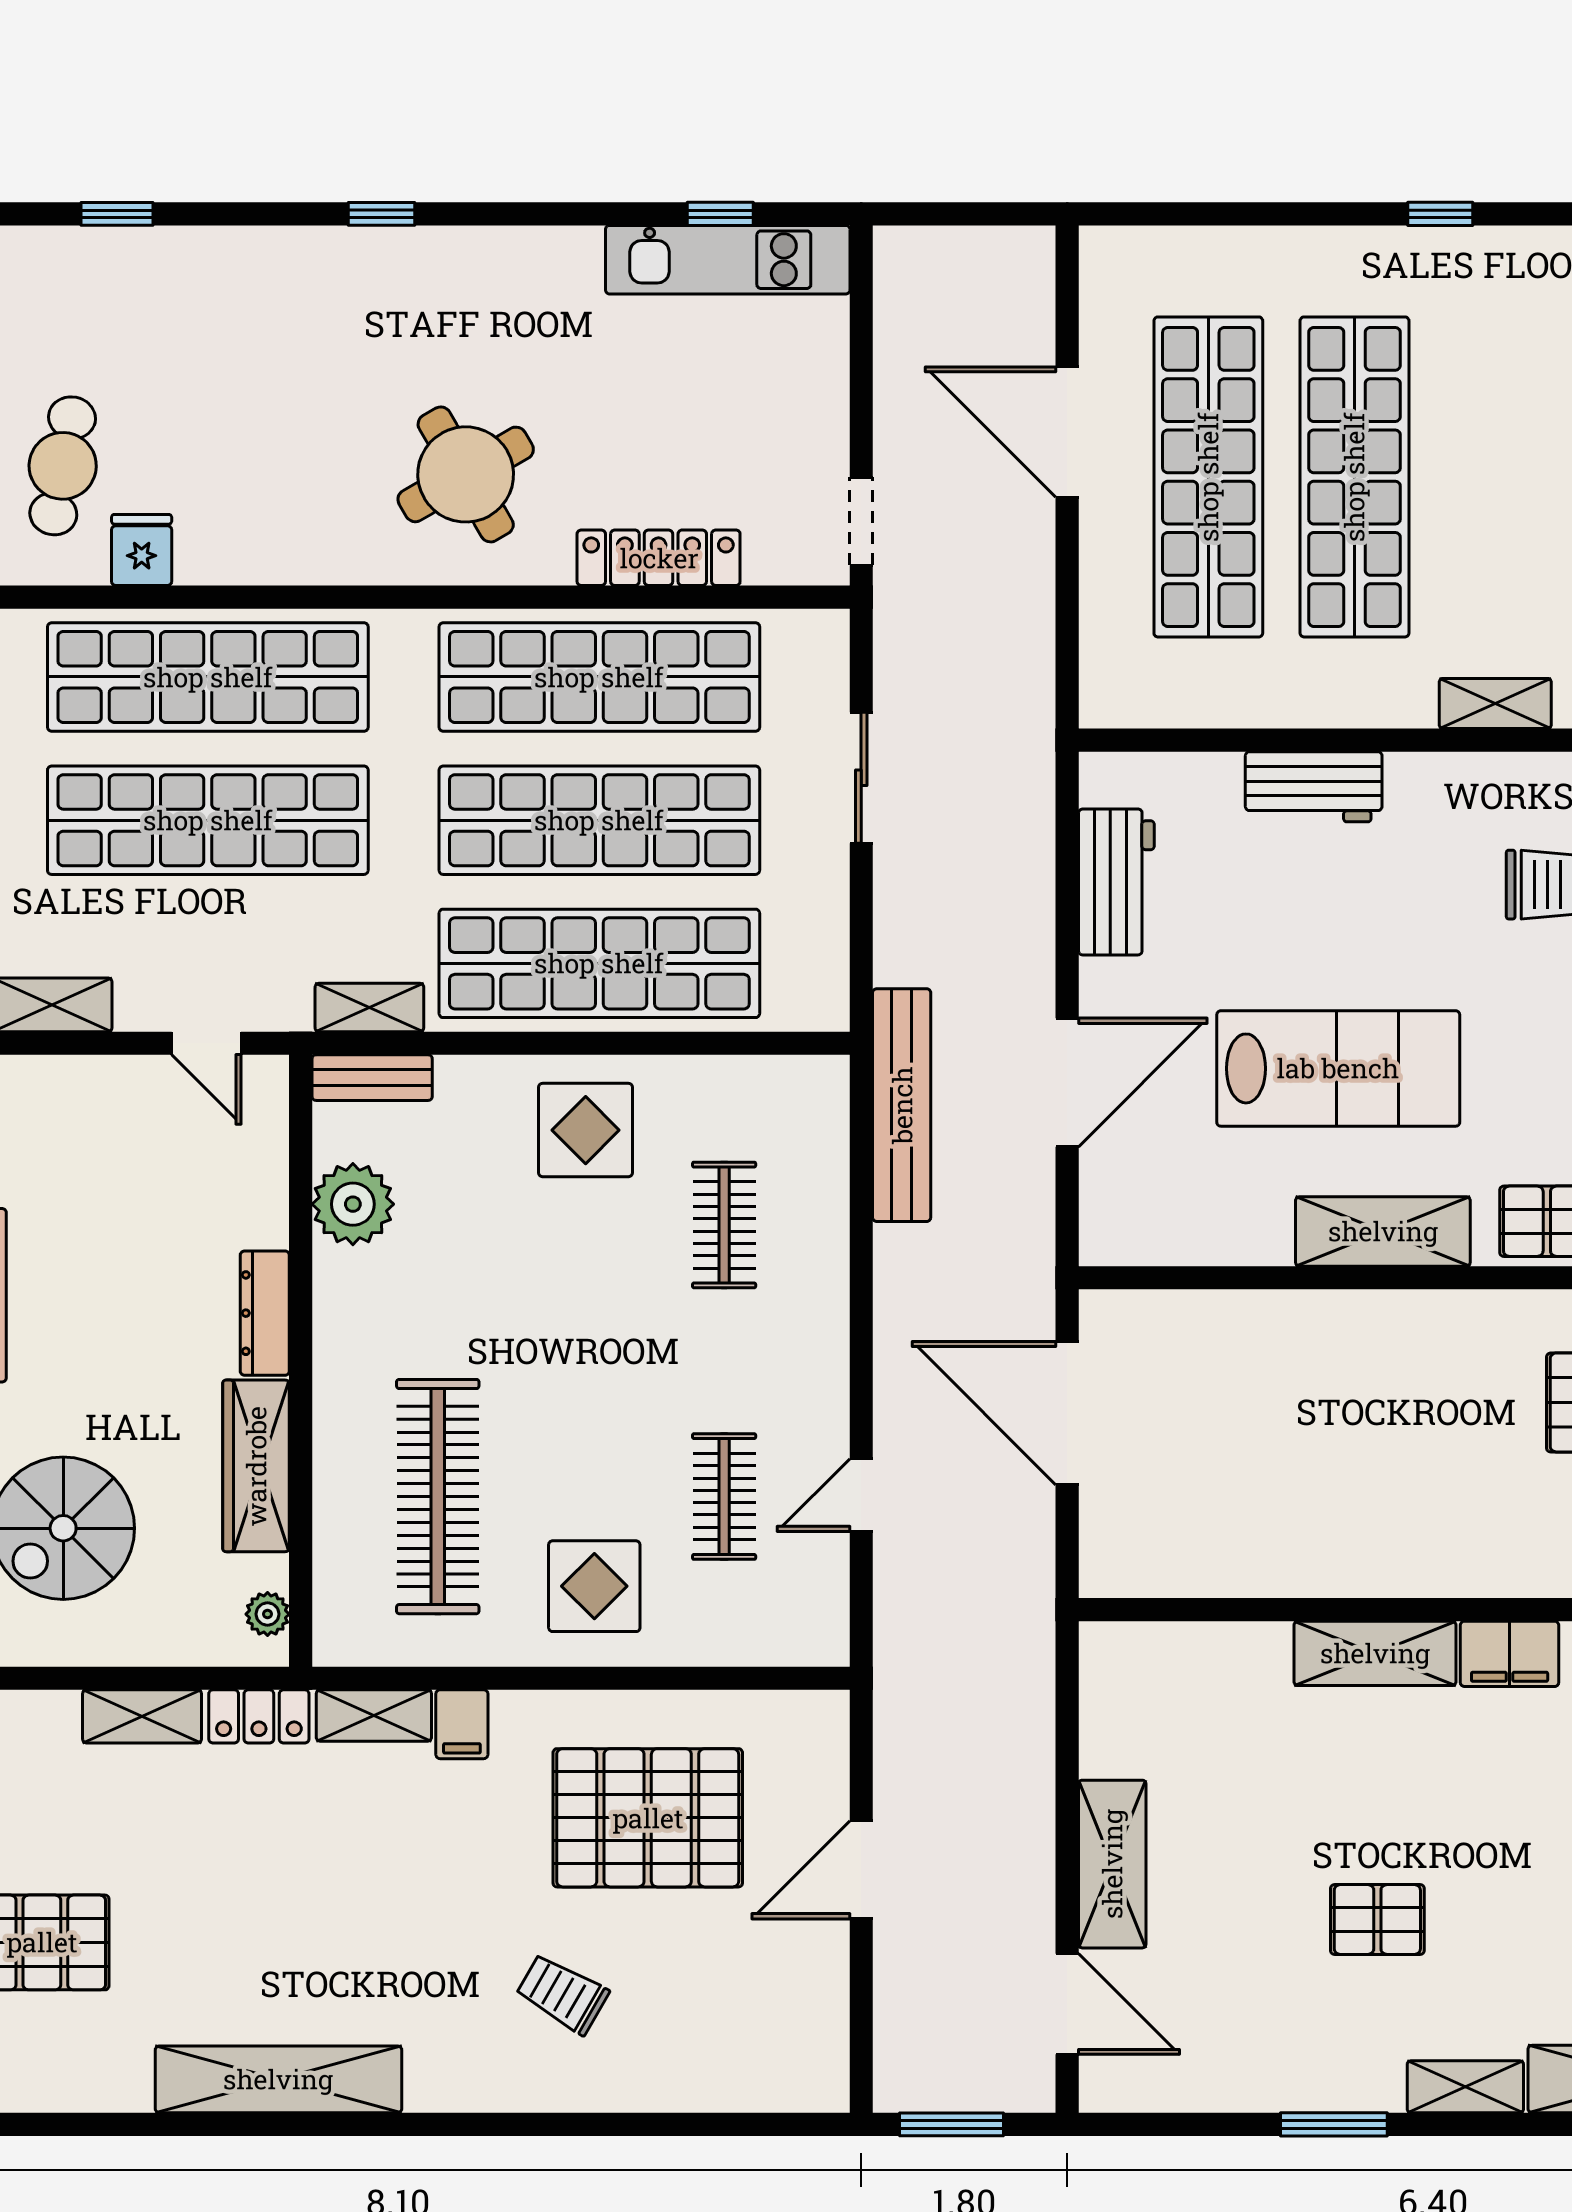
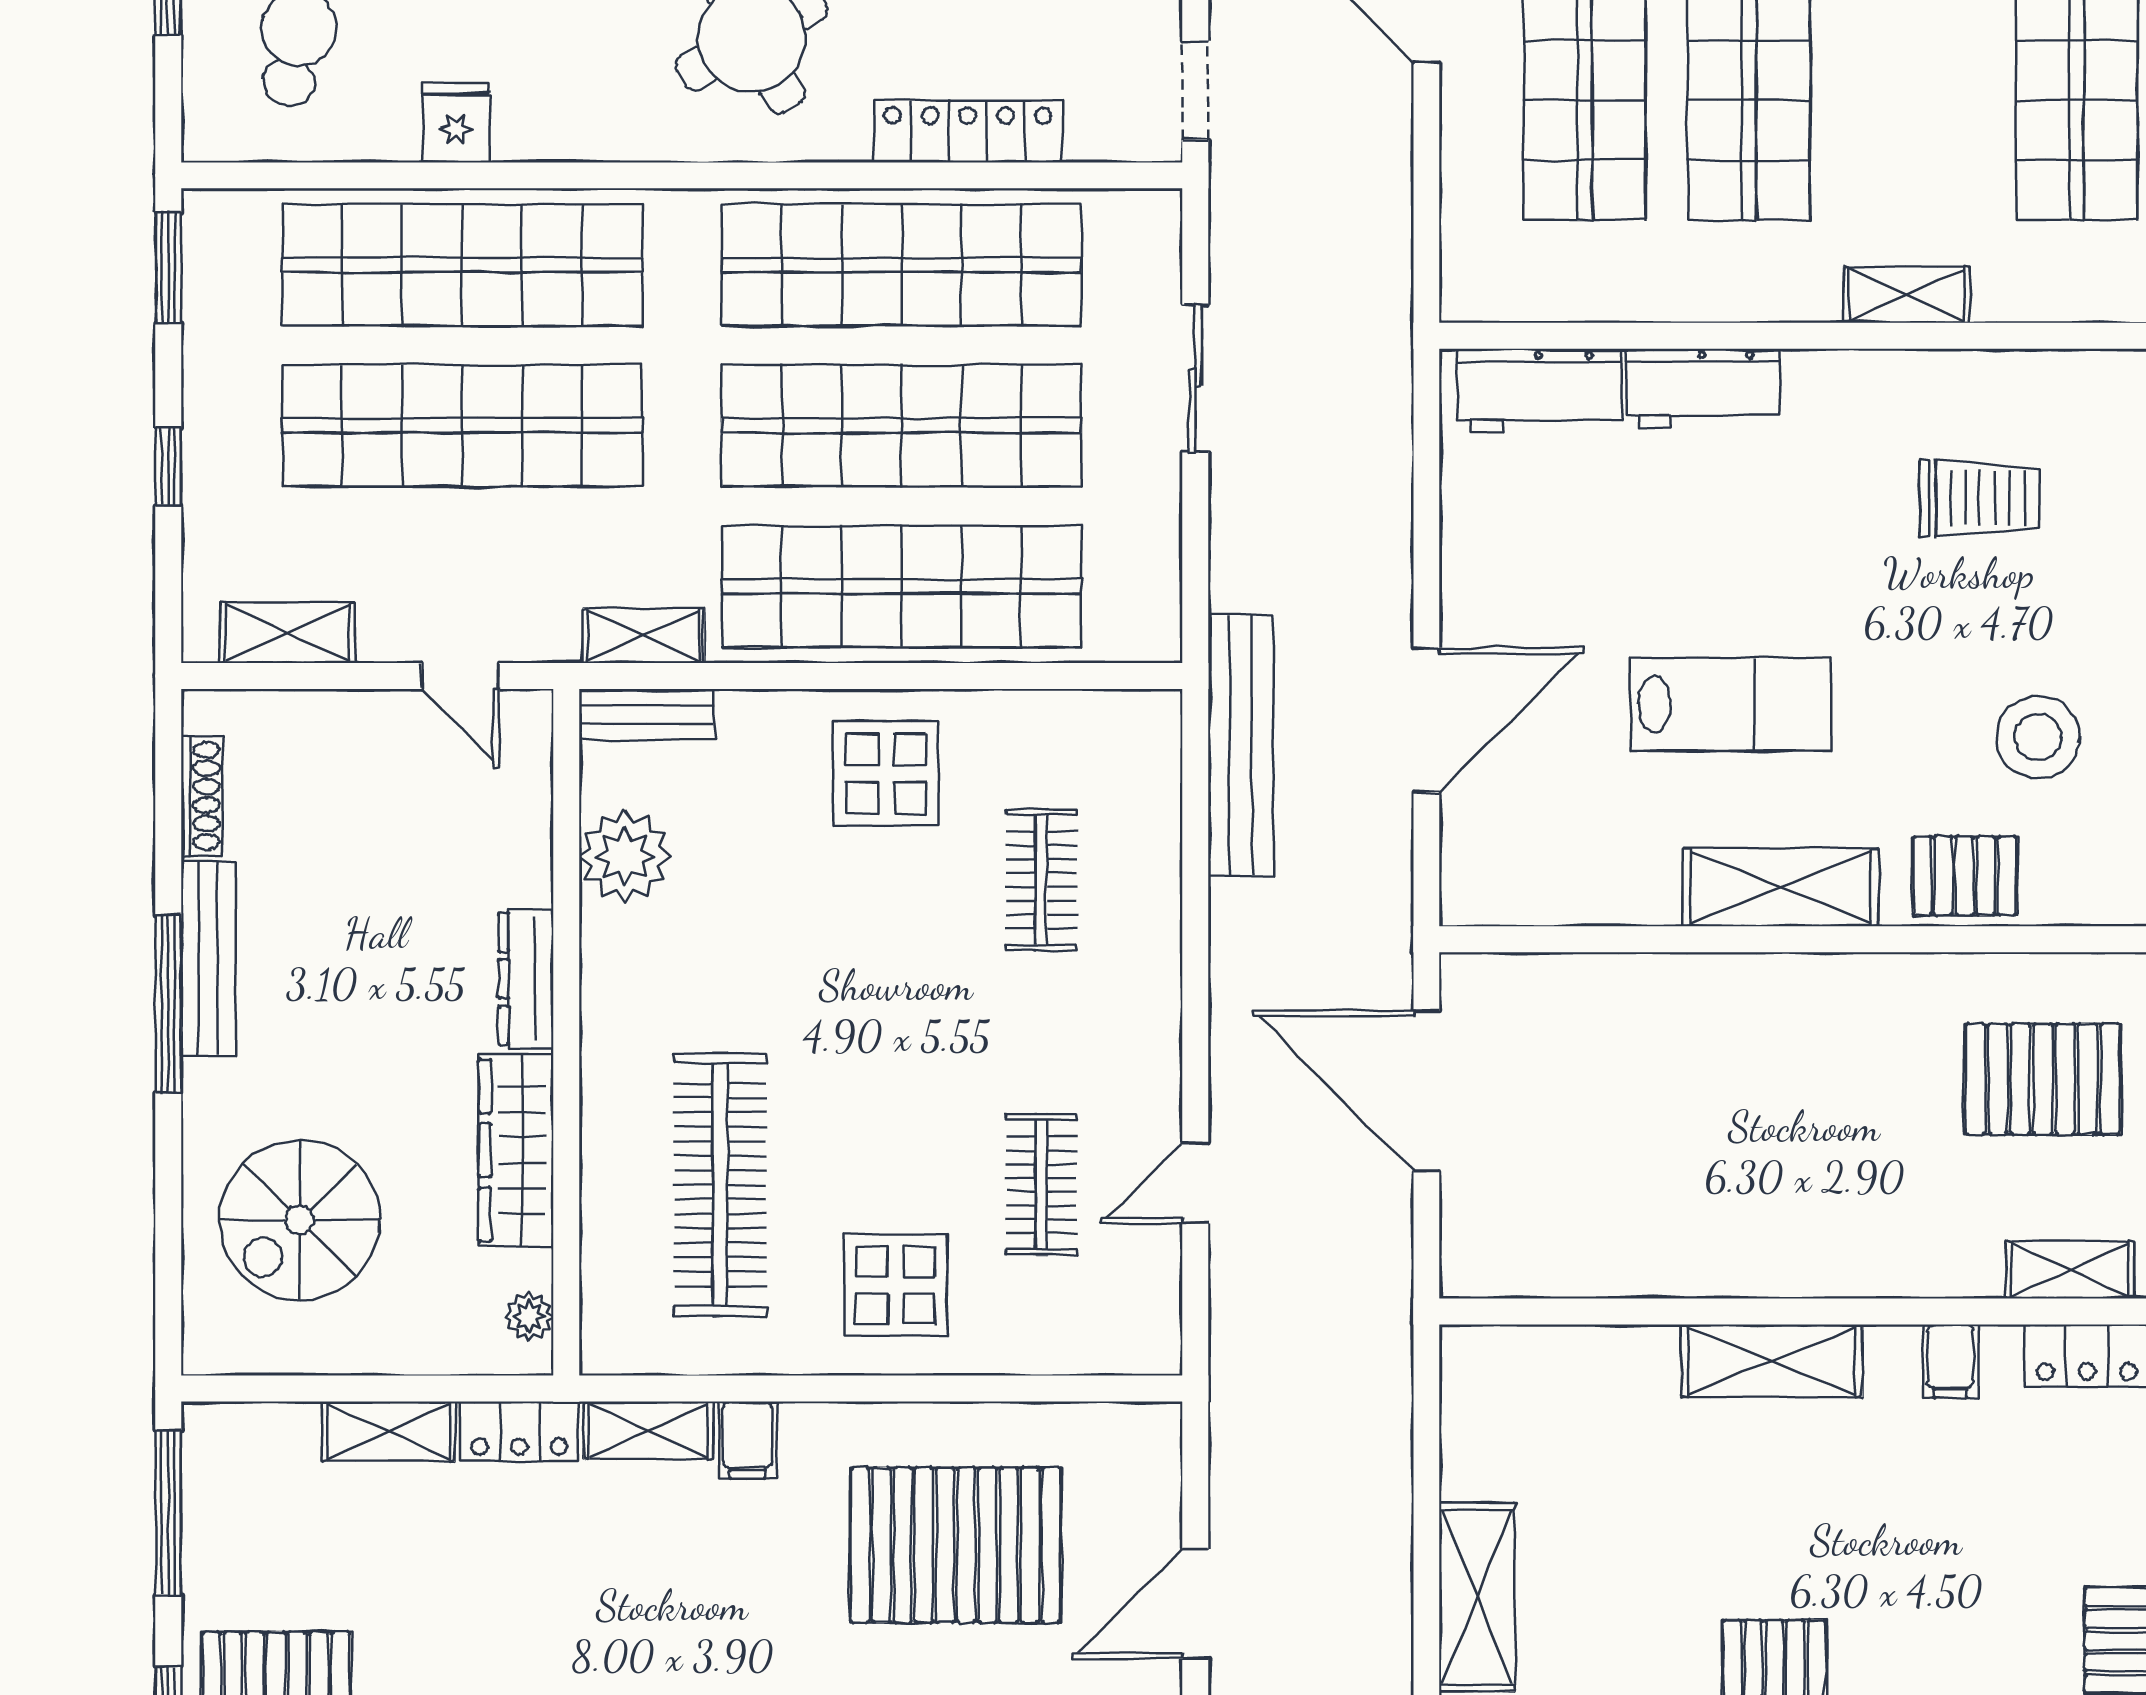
fridge: (142, 550) -> (456, 122), moved
workbench: (1116, 882) -> (1539, 391), moved, turned 90
lab bench: (1338, 1068) -> (1731, 704), width x0.73, depth x0.72
filing cabinet: (1510, 1654) -> (1950, 1361), width x0.50

